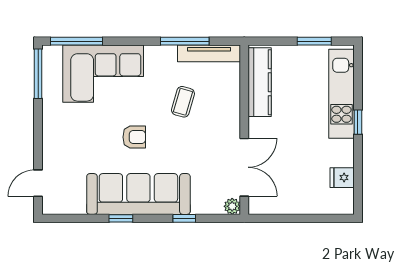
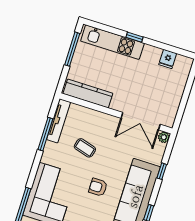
window: (314, 41) -> (72, 49), width x1.44
armchair: (134, 137) -> (98, 187), turned -90
double door: (244, 167) -> (141, 121), swing flipped

